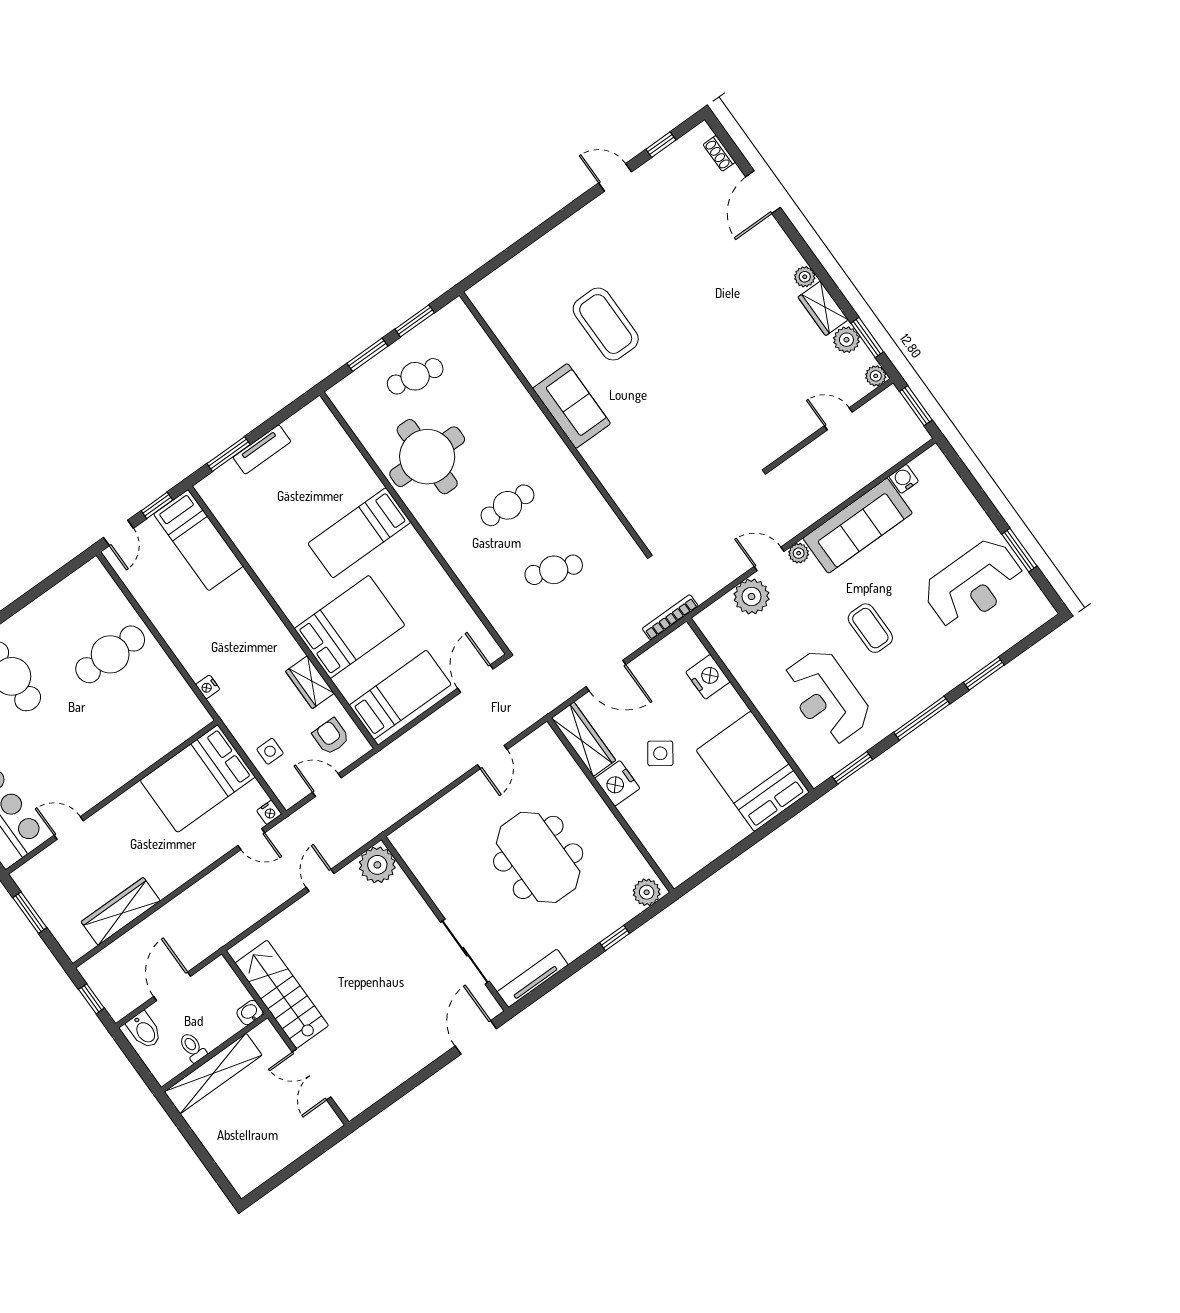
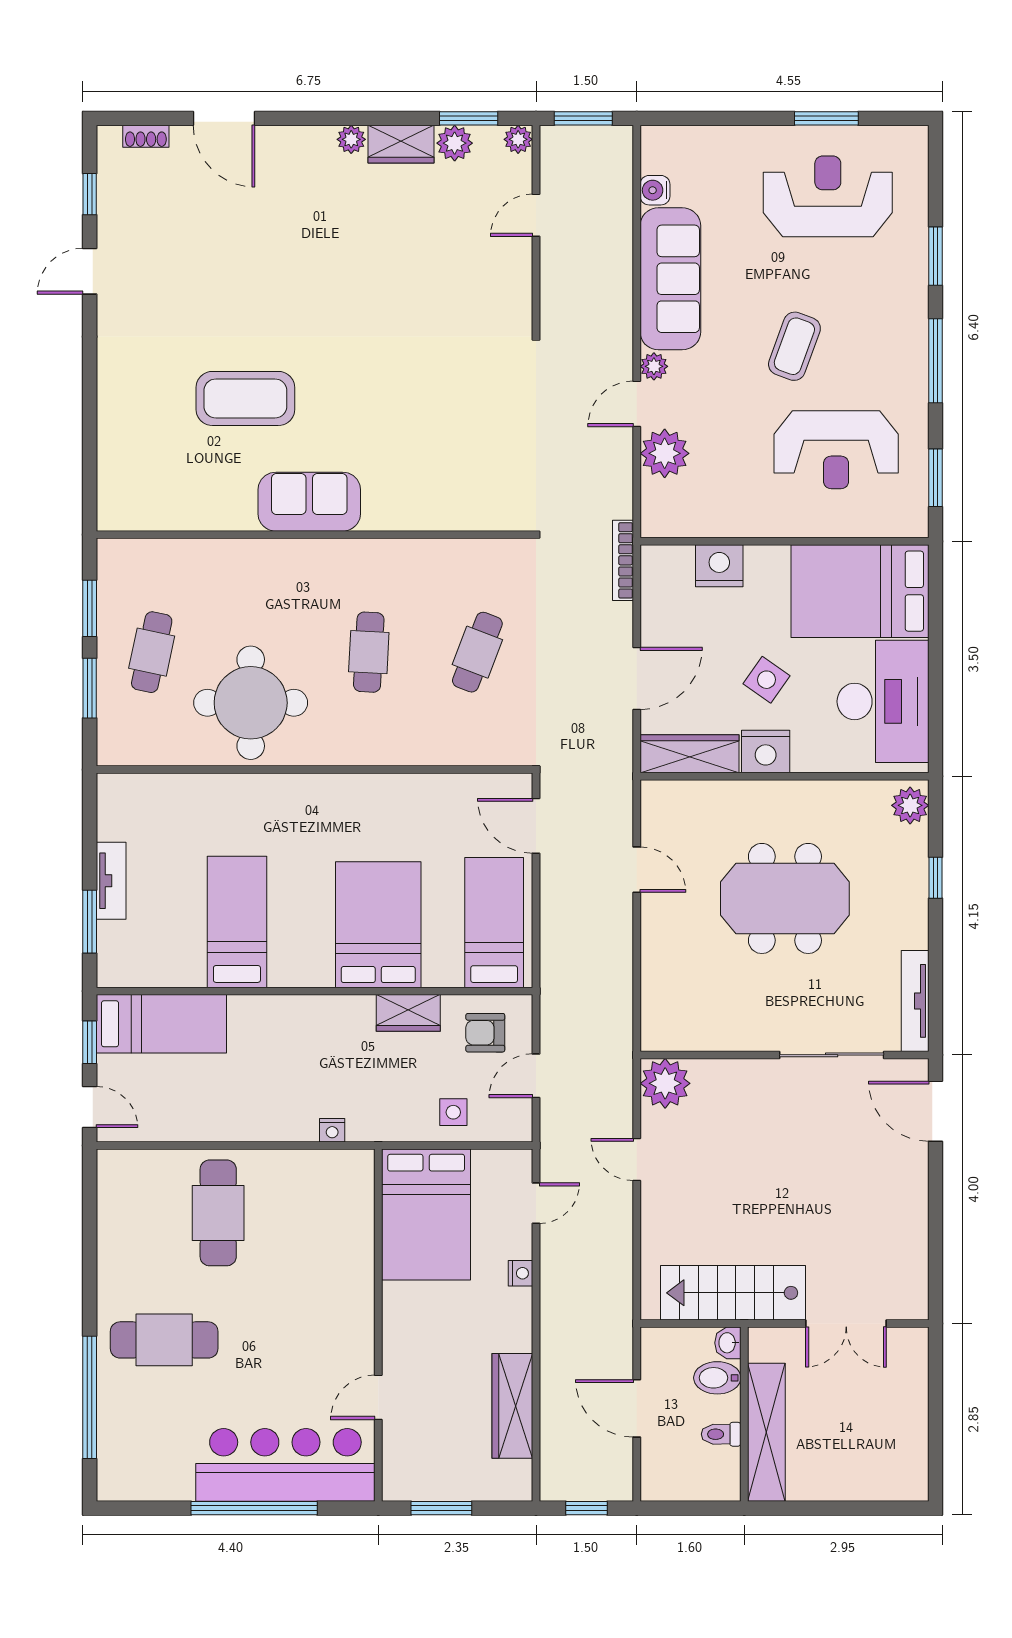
bed: (359, 533) -> (237, 922), moved, turned 180
reception desk: (974, 584) -> (828, 196), turned -90
coffee table: (870, 628) -> (794, 346), turned -70
nightstand: (269, 812) -> (520, 1273), moved
desk: (697, 832) -> (883, 701), added
bidet: (144, 1030) -> (717, 1378), moved, turned 180

